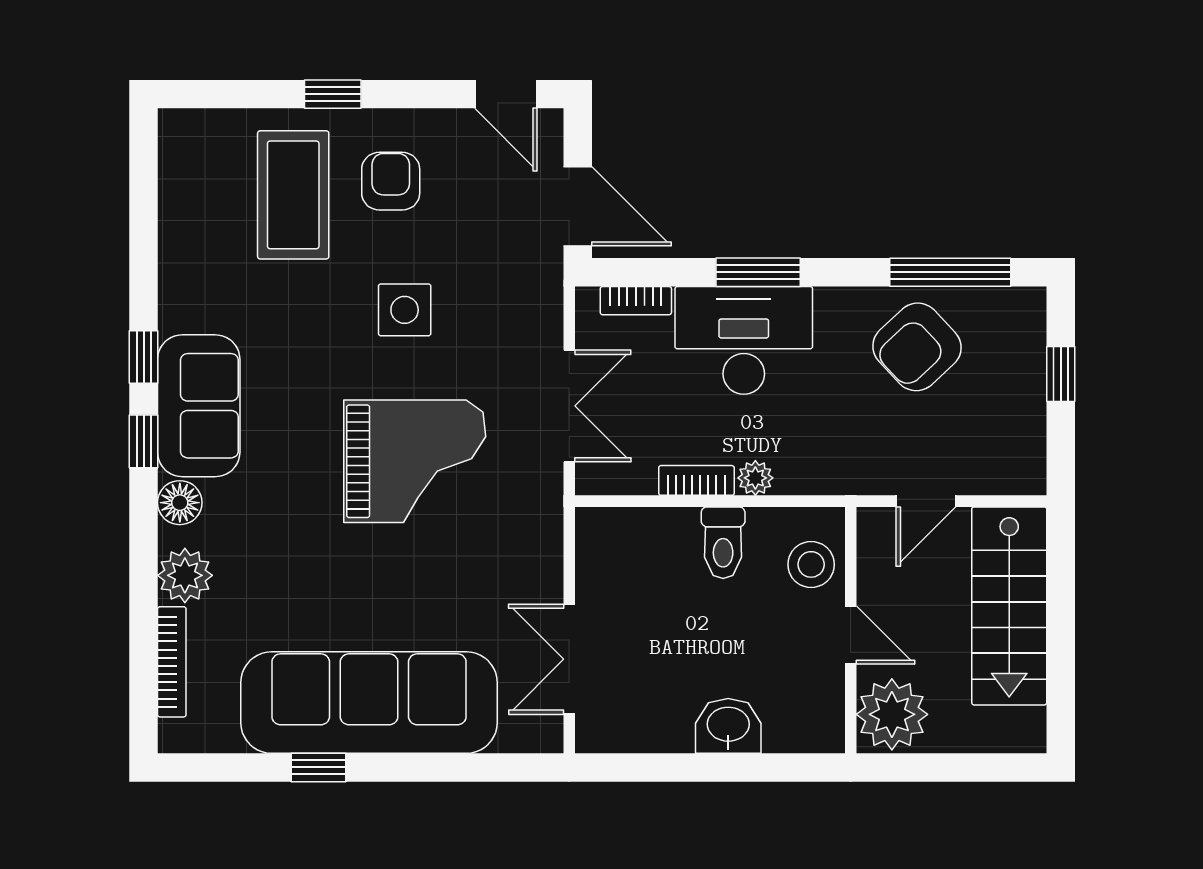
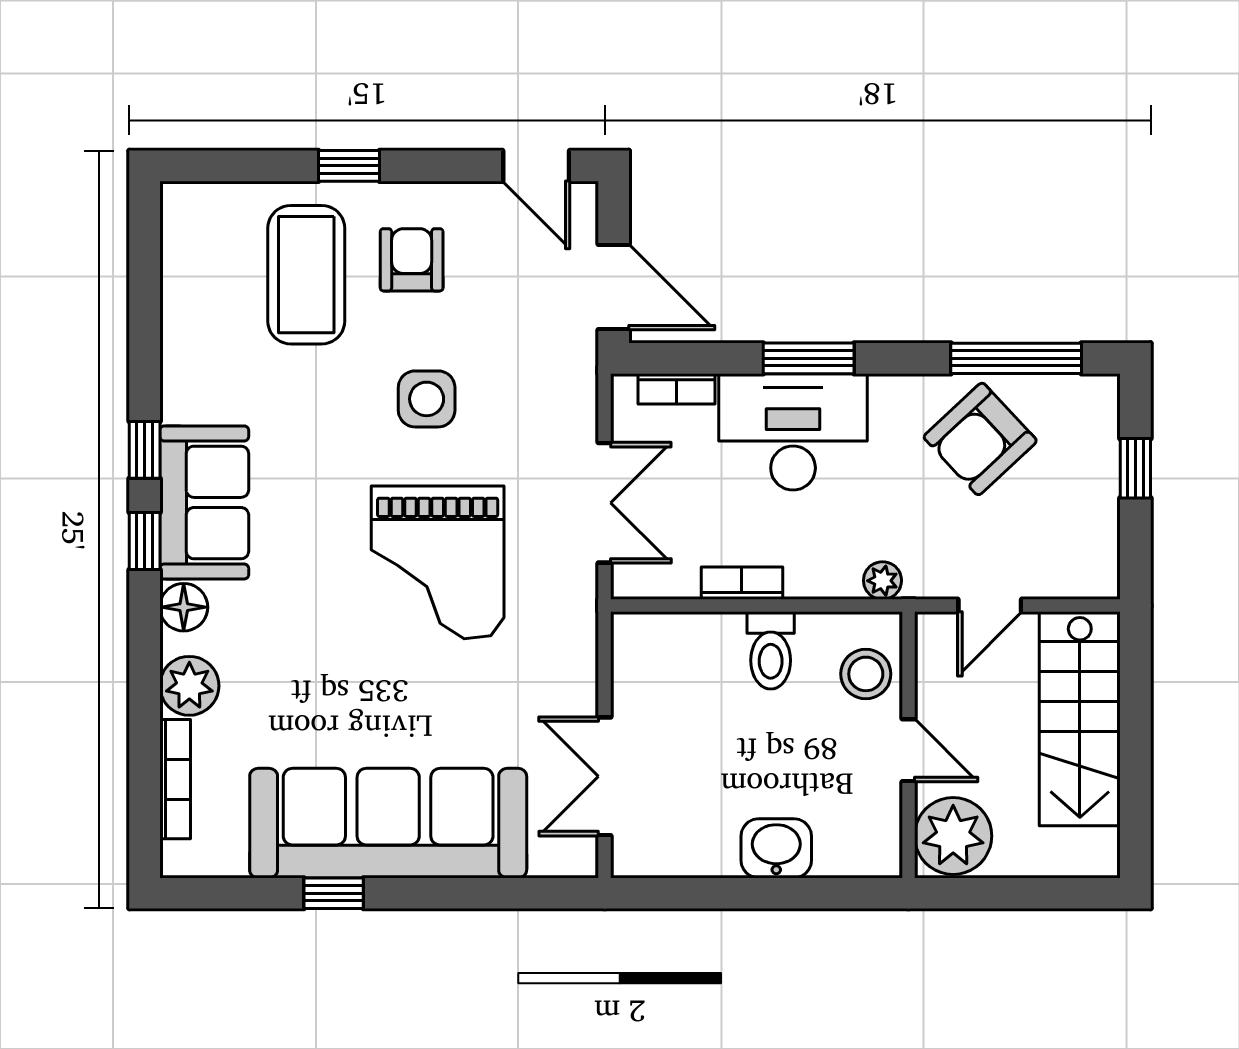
grand piano: (415, 461) -> (438, 562), turned 90
plant: (755, 478) -> (882, 581), moved

